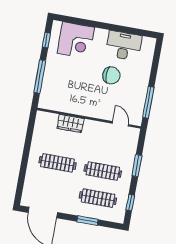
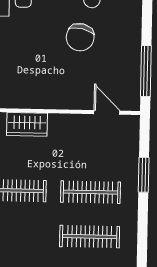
chair: (111, 75) -> (80, 37), turned 102
window: (130, 203) -> (142, 235), removed

